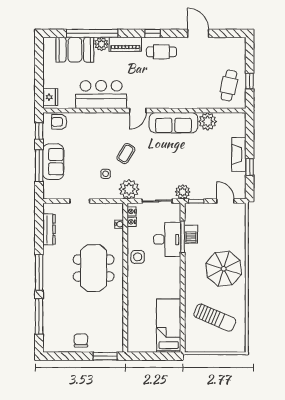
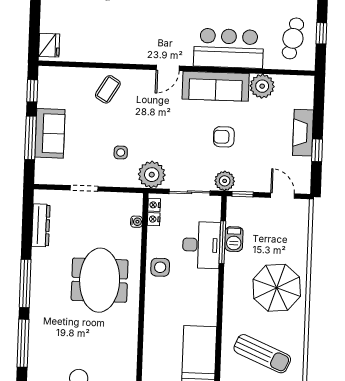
bar counter: (101, 95) -> (229, 48), moved
armchair: (59, 122) -> (224, 137), moved
coffee table: (126, 154) -> (108, 89), moved

